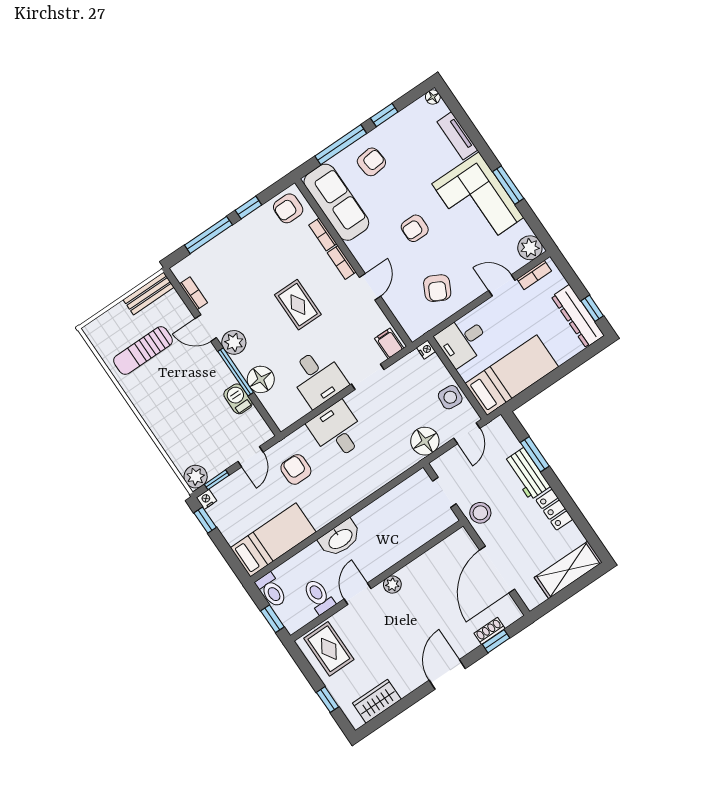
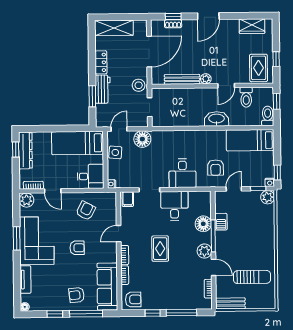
bench: (425, 562) -> (182, 79), added
window: (328, 700) -> (276, 59), moved

